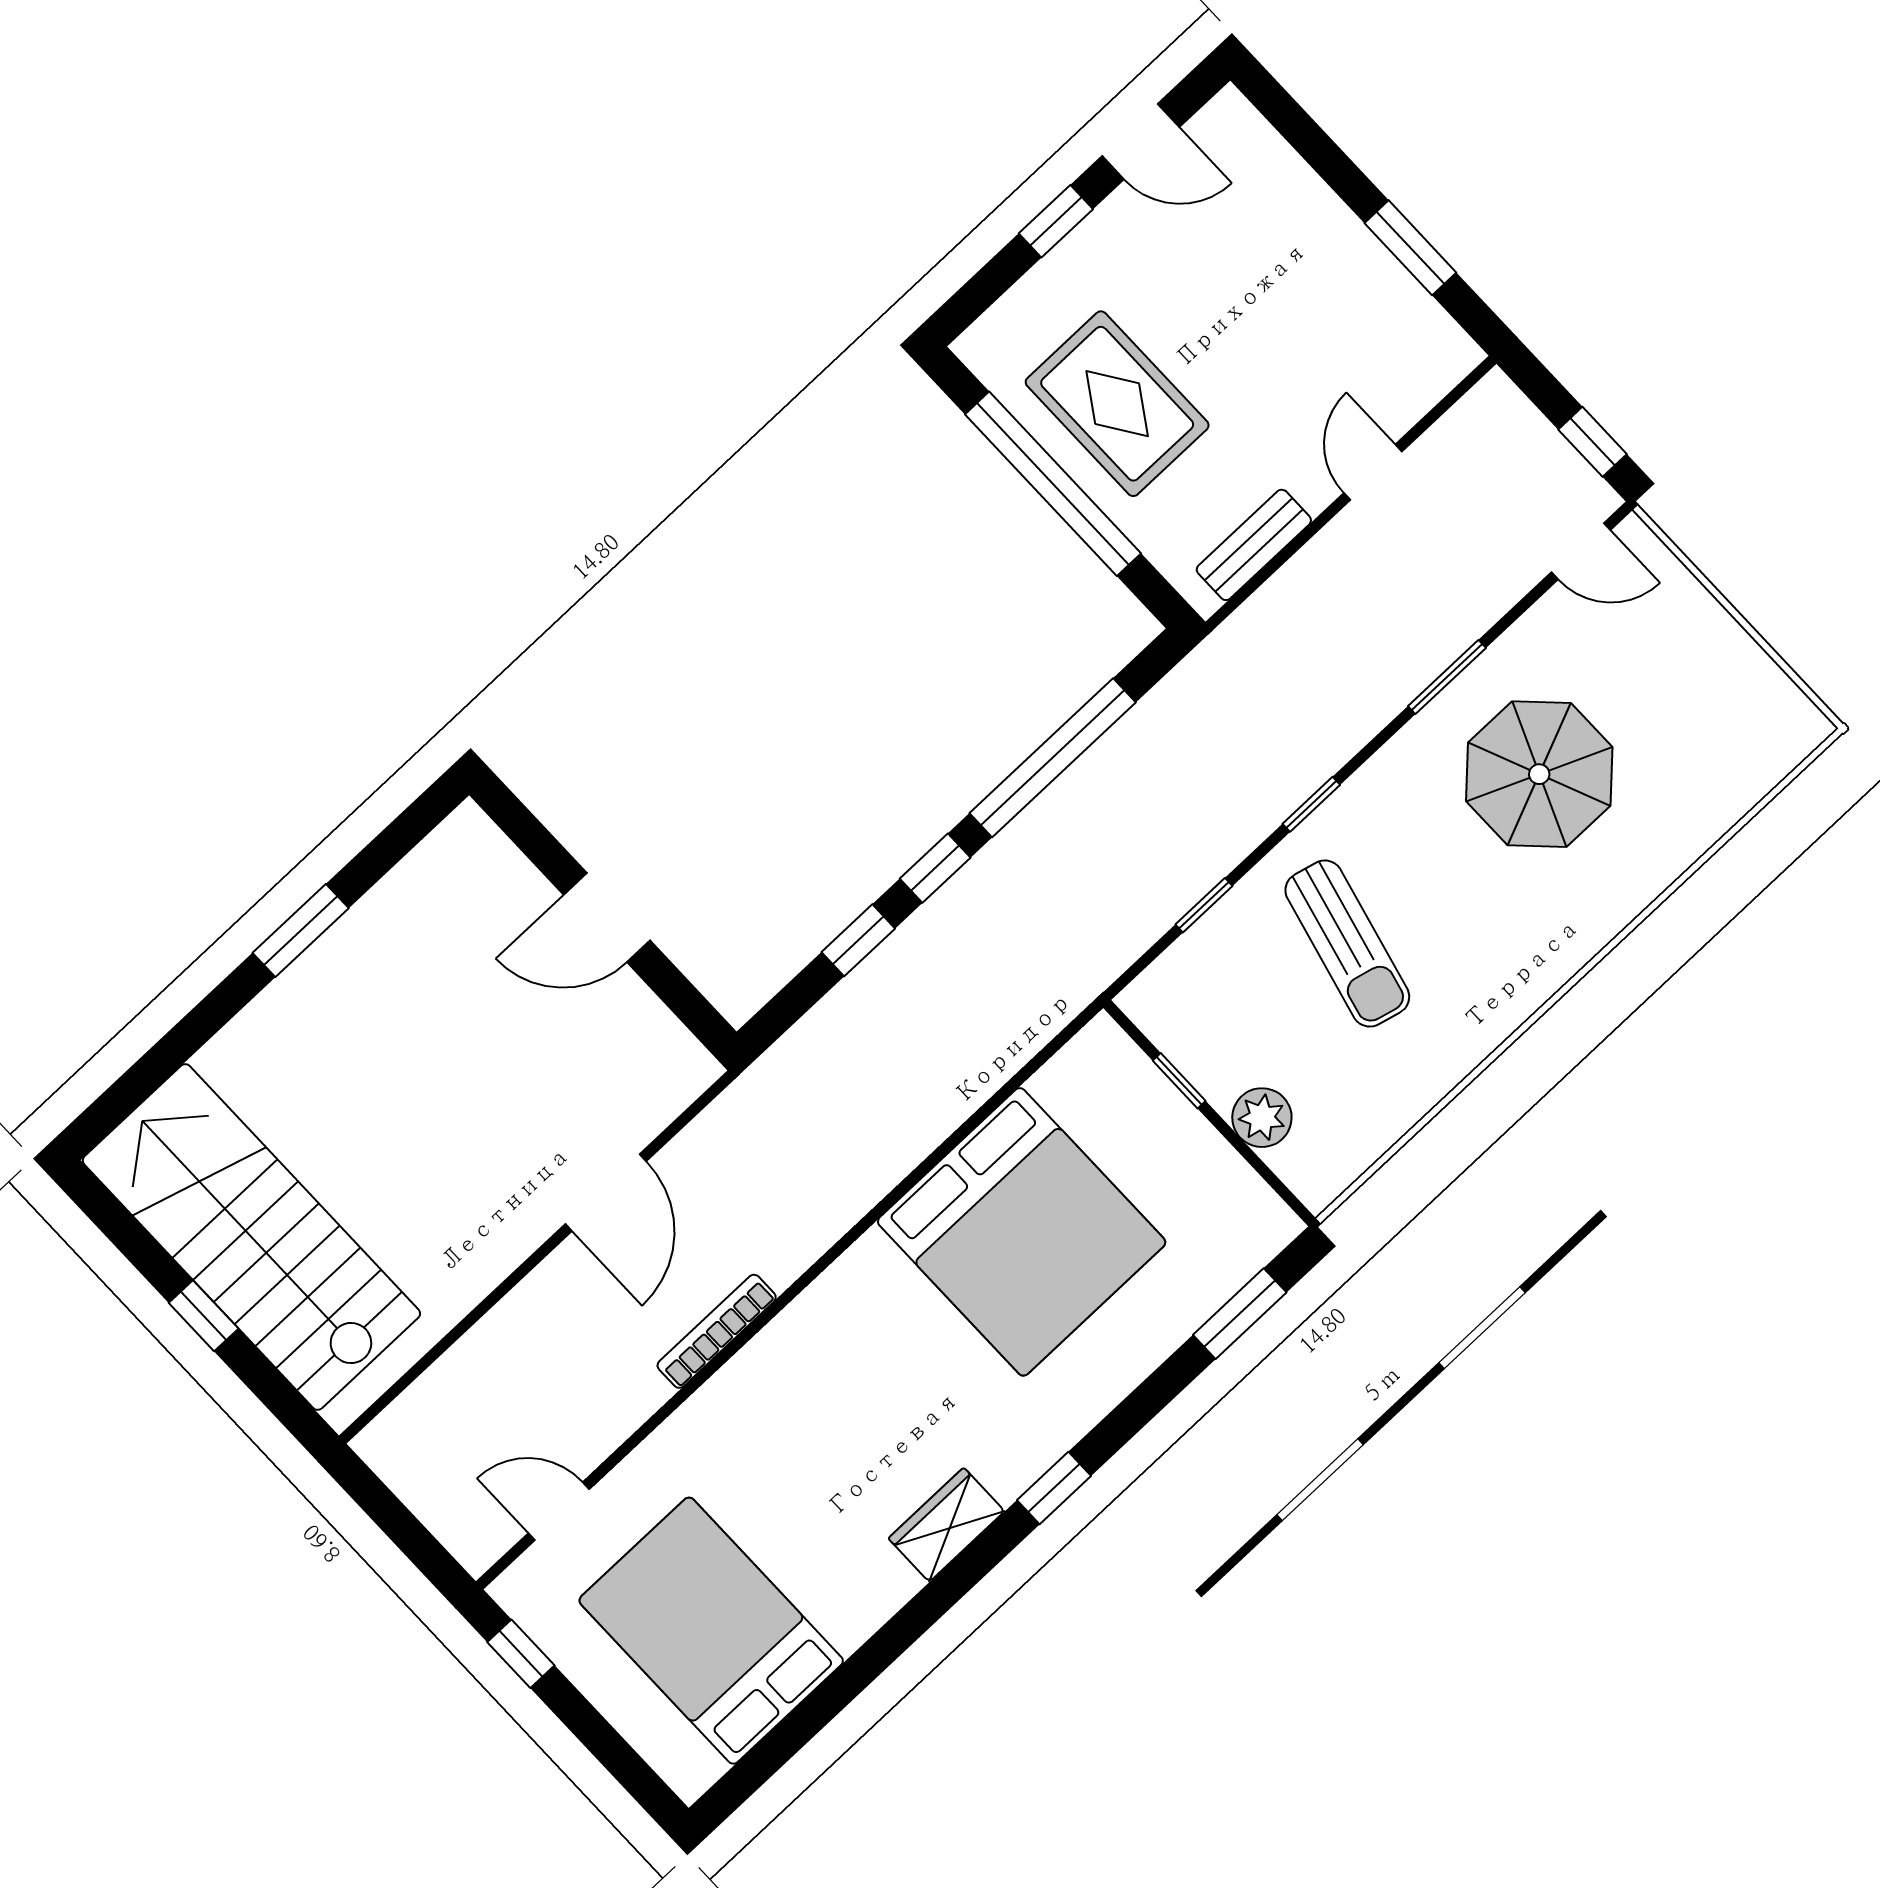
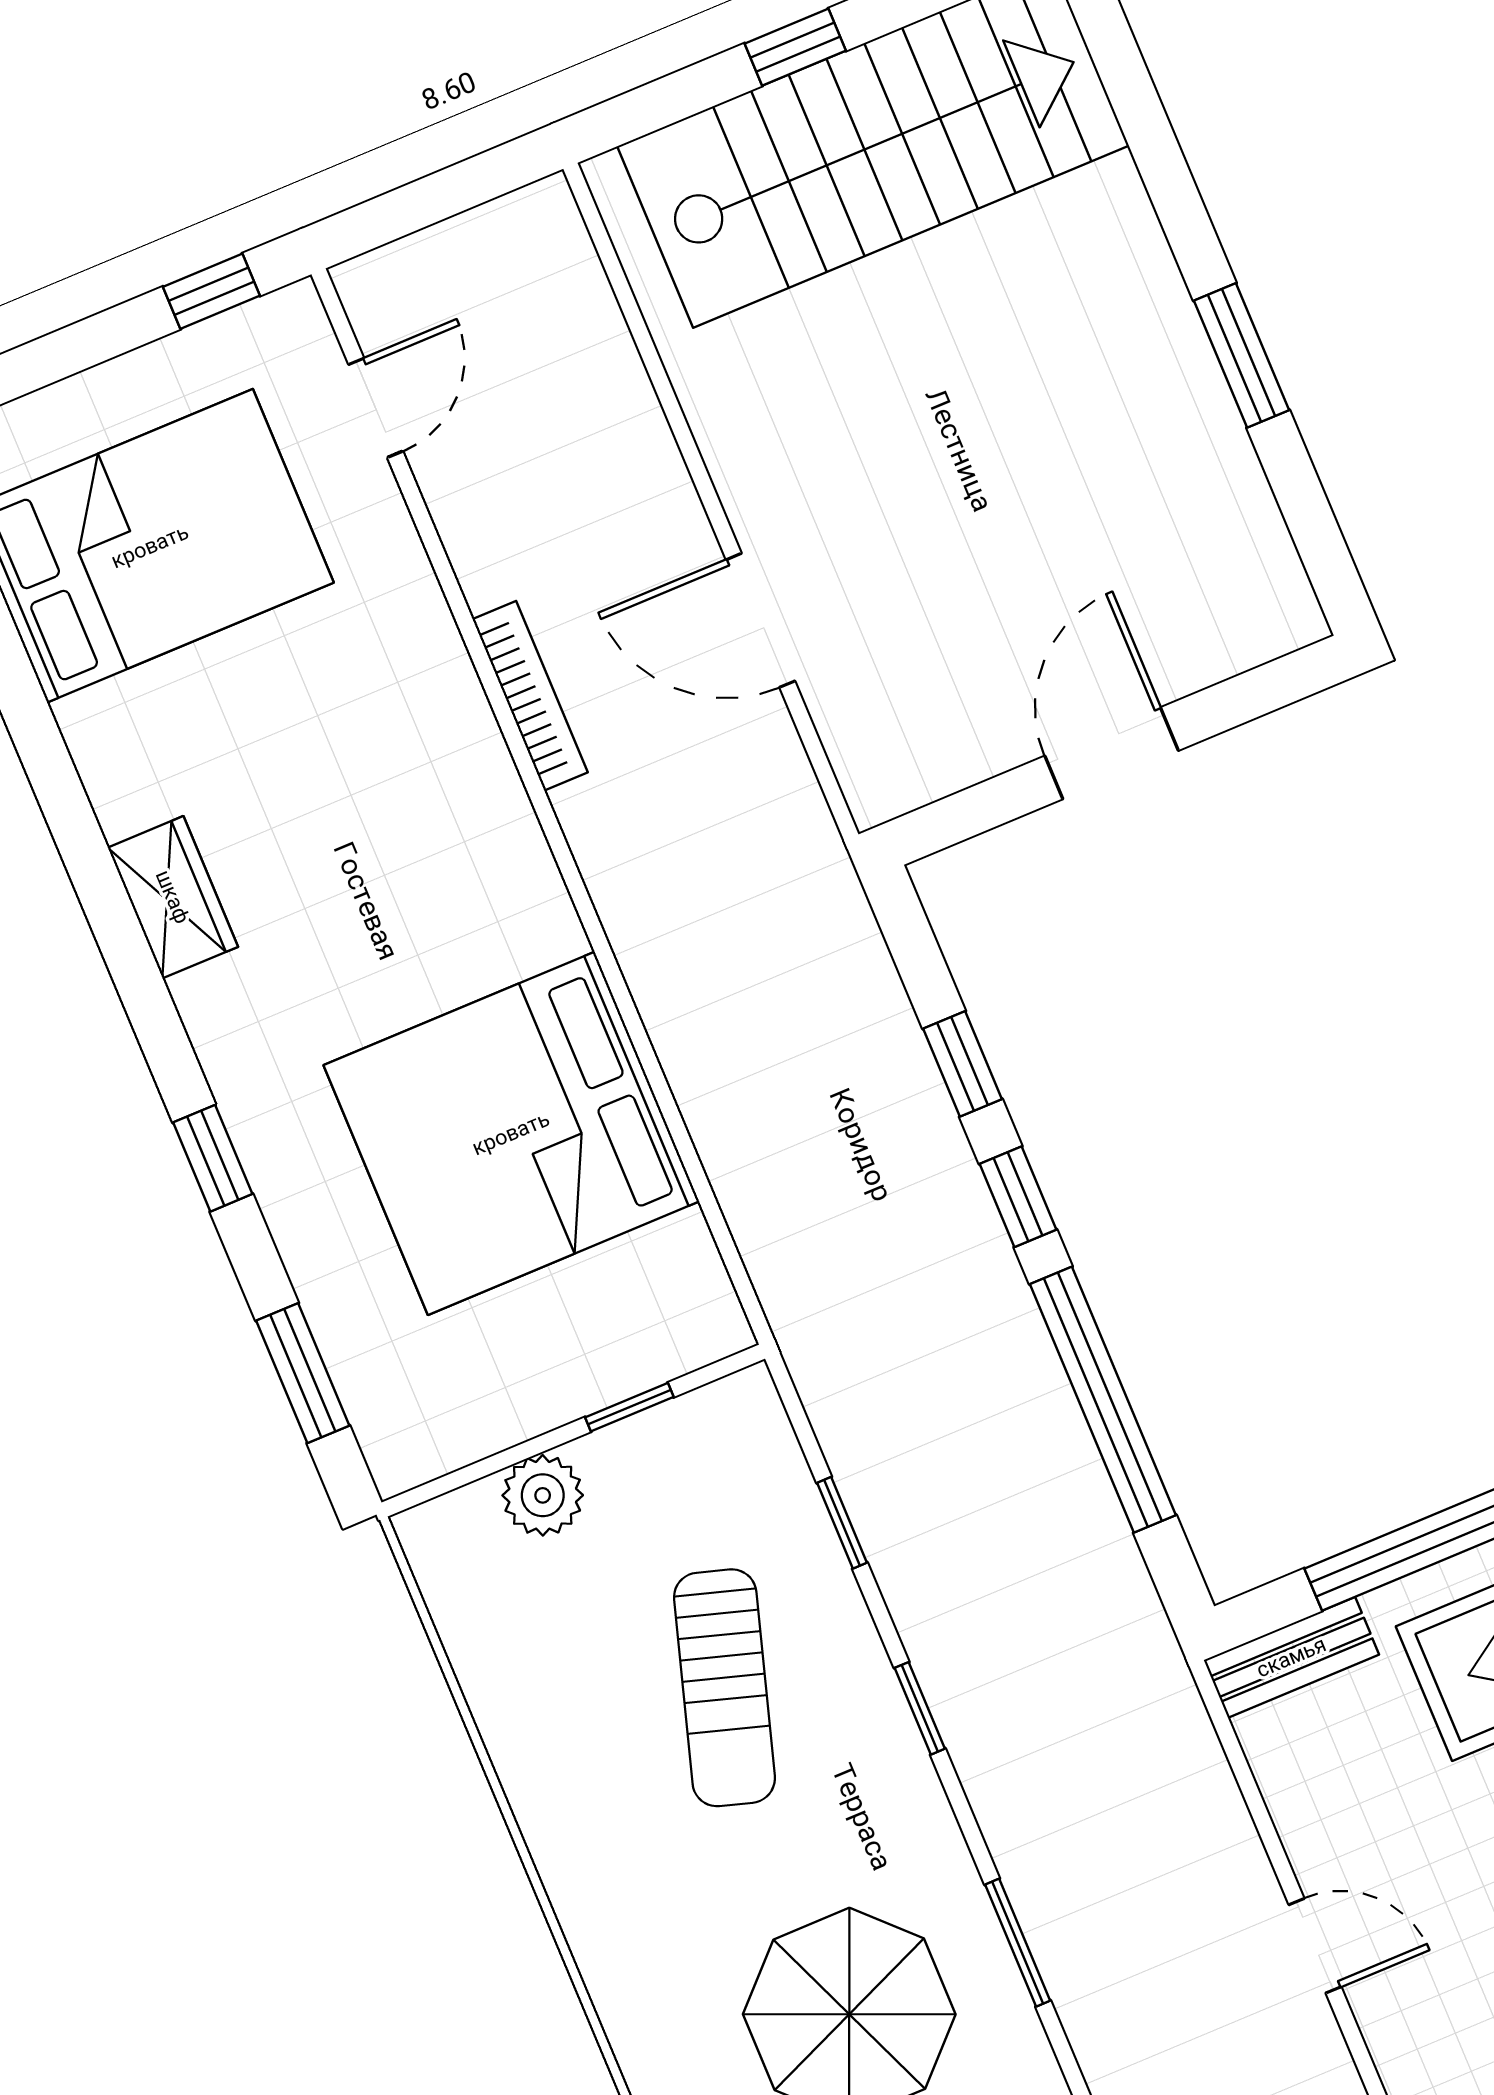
bench: (1254, 545) -> (1291, 1657), moved, turned 90
sun lounger: (1347, 943) -> (724, 1688), turned -87
window: (1054, 1488) -> (213, 1158), moved

